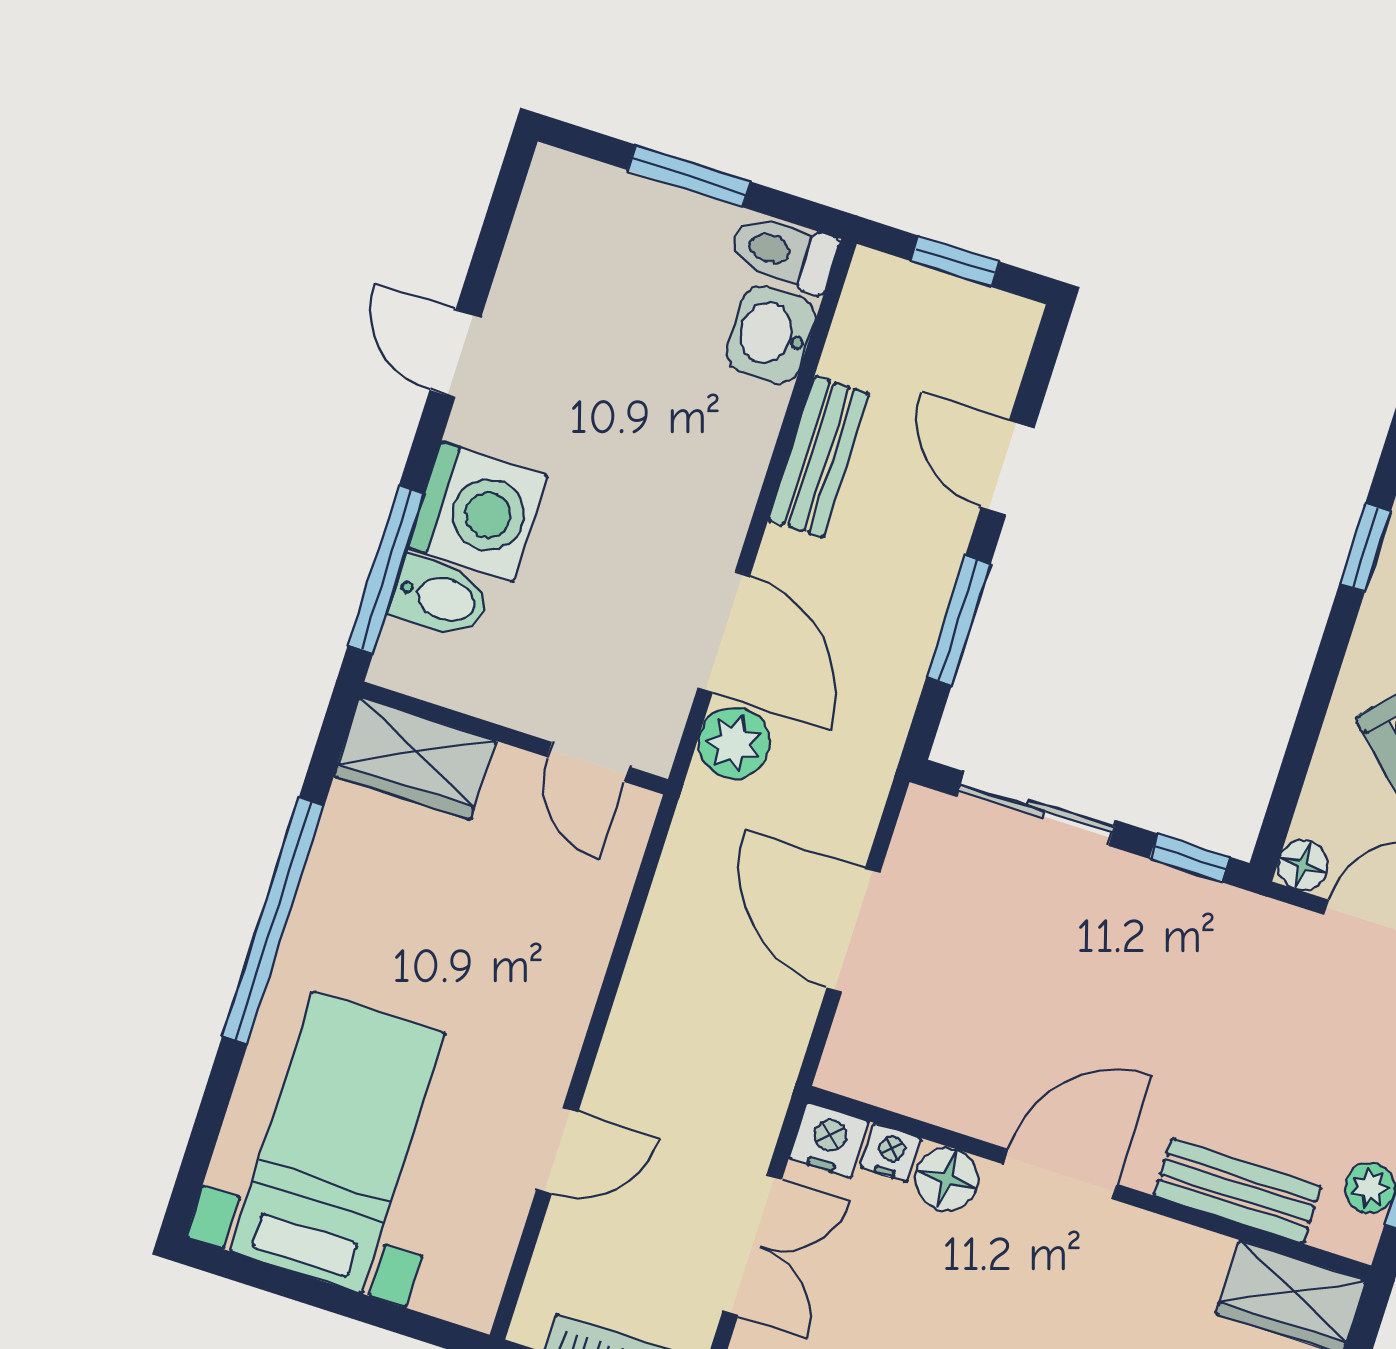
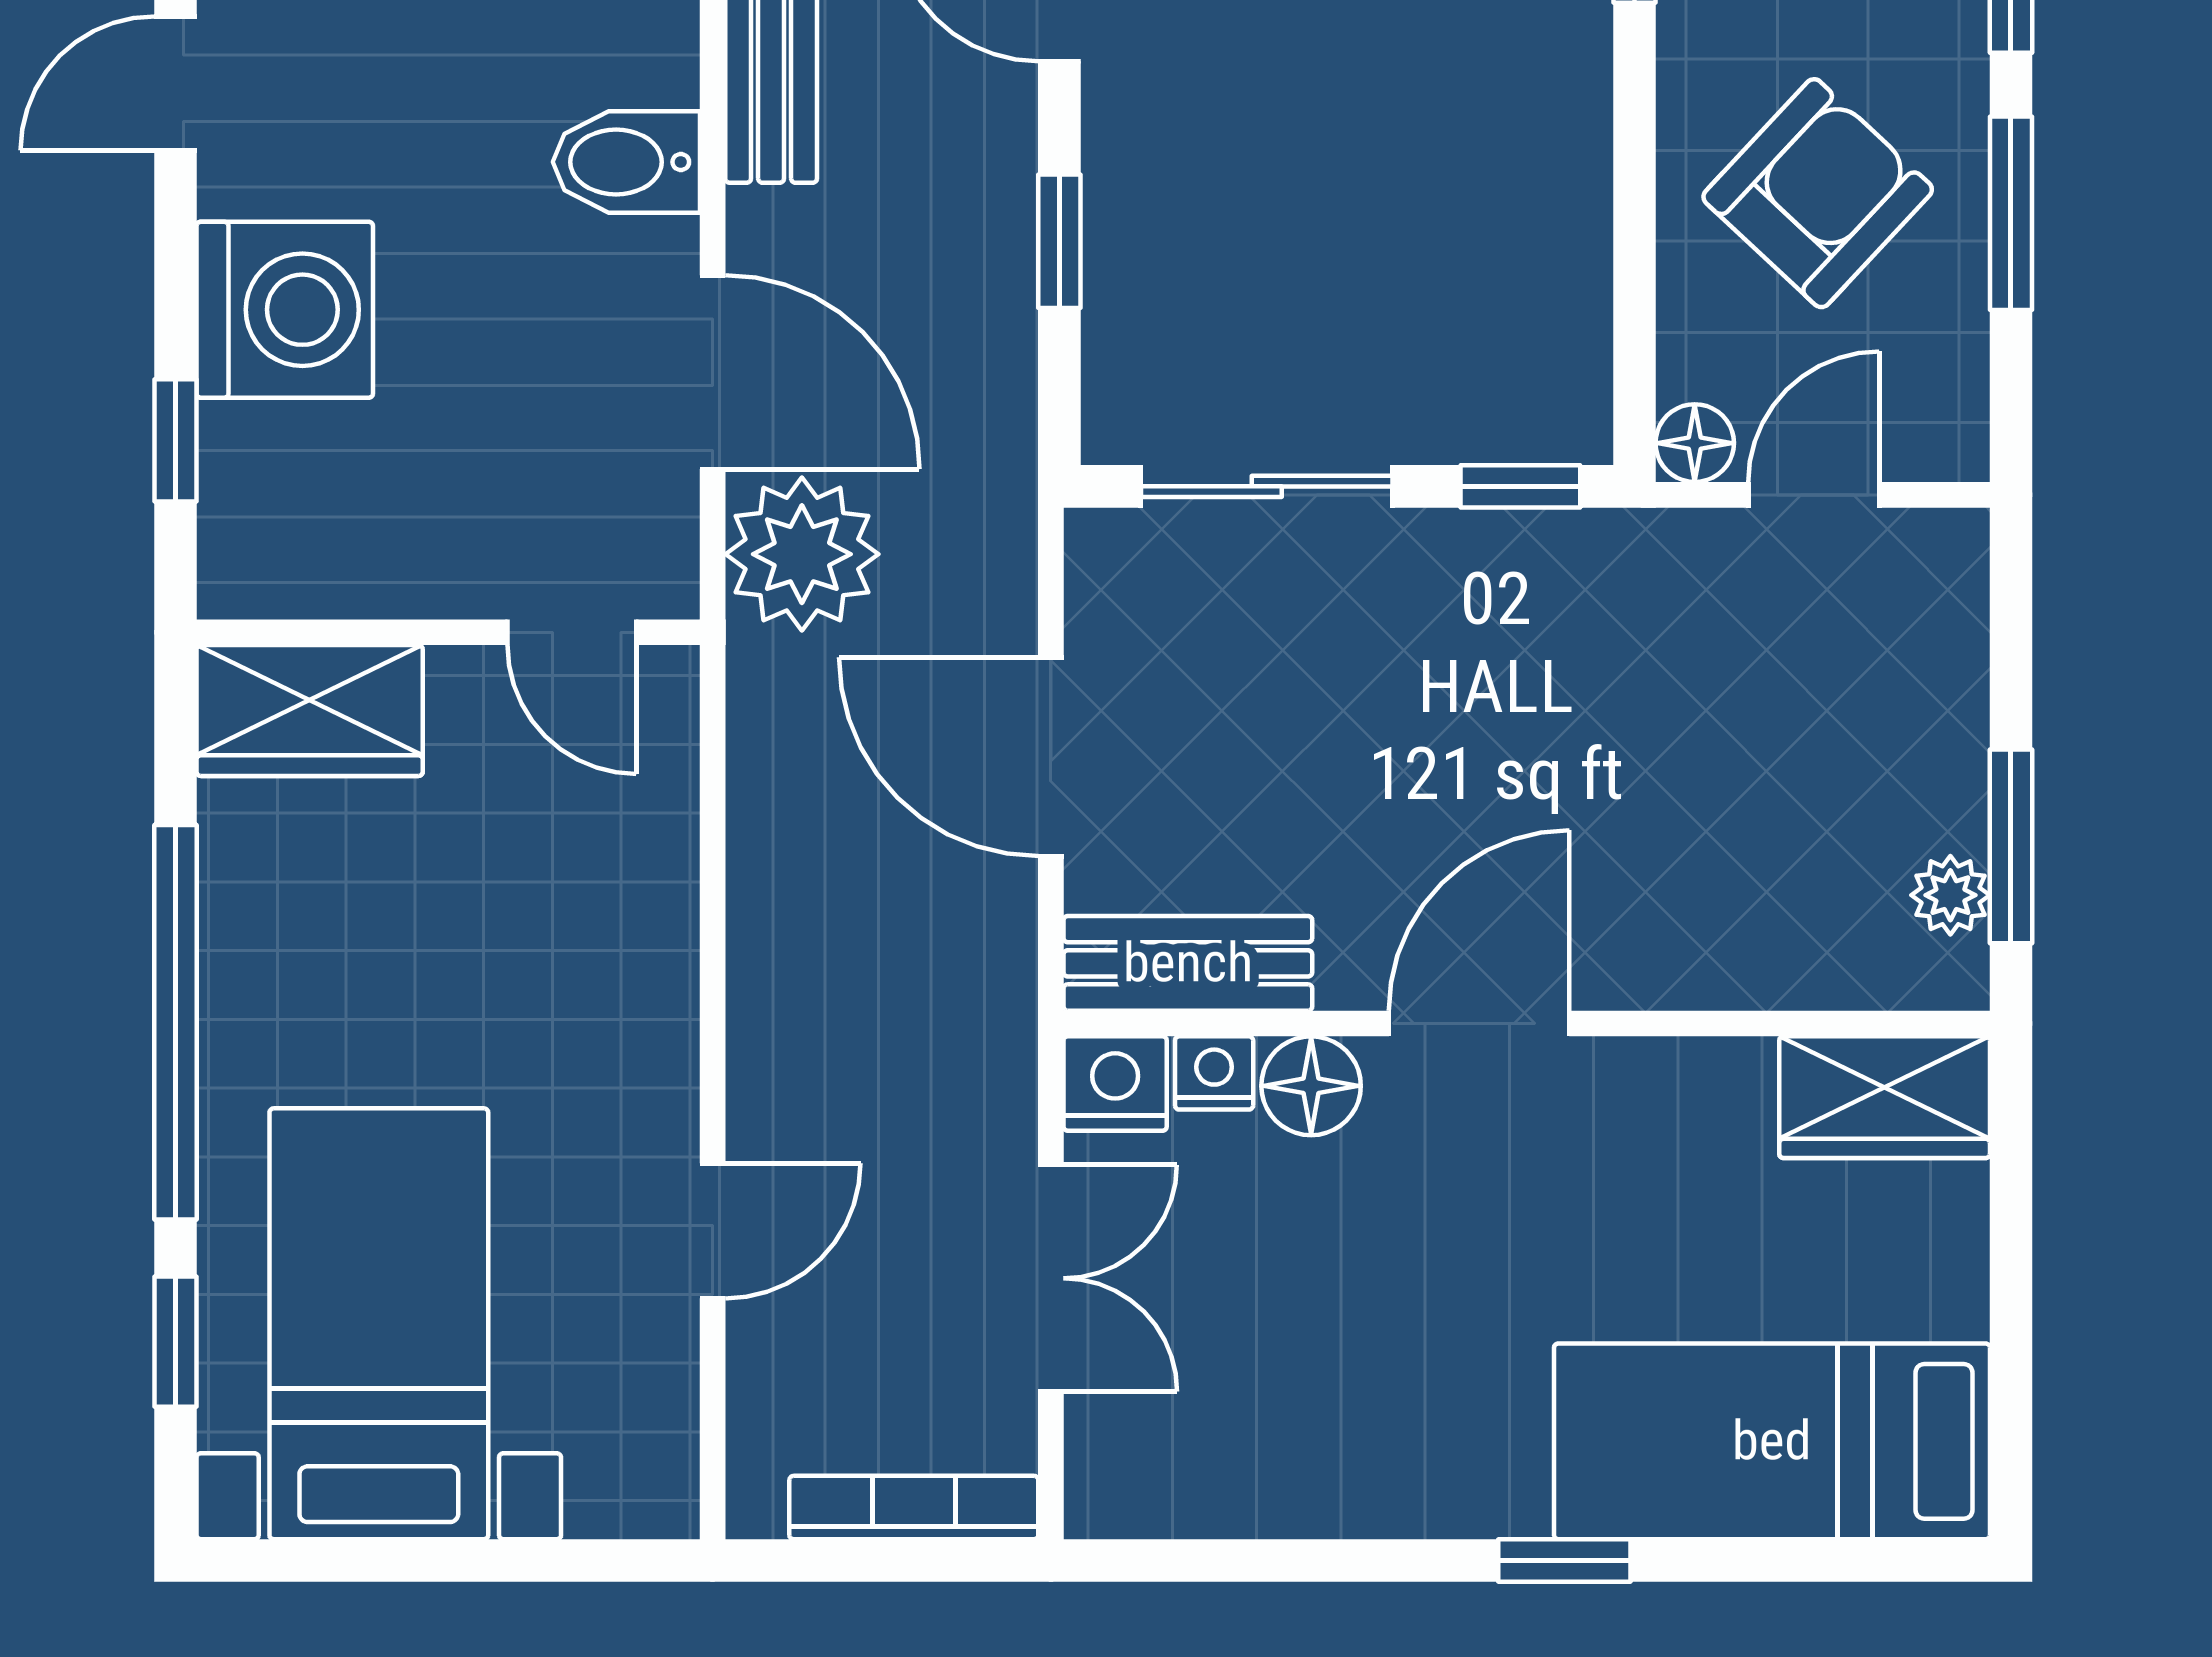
door: (455, 354) -> (175, 83), hinge flipped
window: (386, 569) -> (175, 440), width x0.46
bidet: (440, 598) -> (626, 162), moved, turned 180
window: (959, 620) -> (1059, 241), width x0.67
plant: (734, 743) -> (802, 554), width x1.36, depth x1.36
window: (211, 1113) -> (175, 1342), added
bench: (1237, 1191) -> (1188, 963), moved

